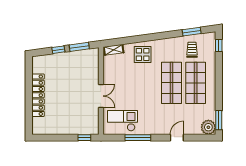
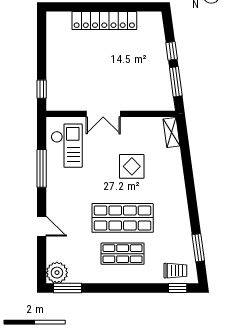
trolley: (192, 50) -> (175, 271), moved
display table: (143, 54) -> (132, 166), moved
shop shelf: (196, 83) -> (123, 254), width x0.70, depth x0.74

